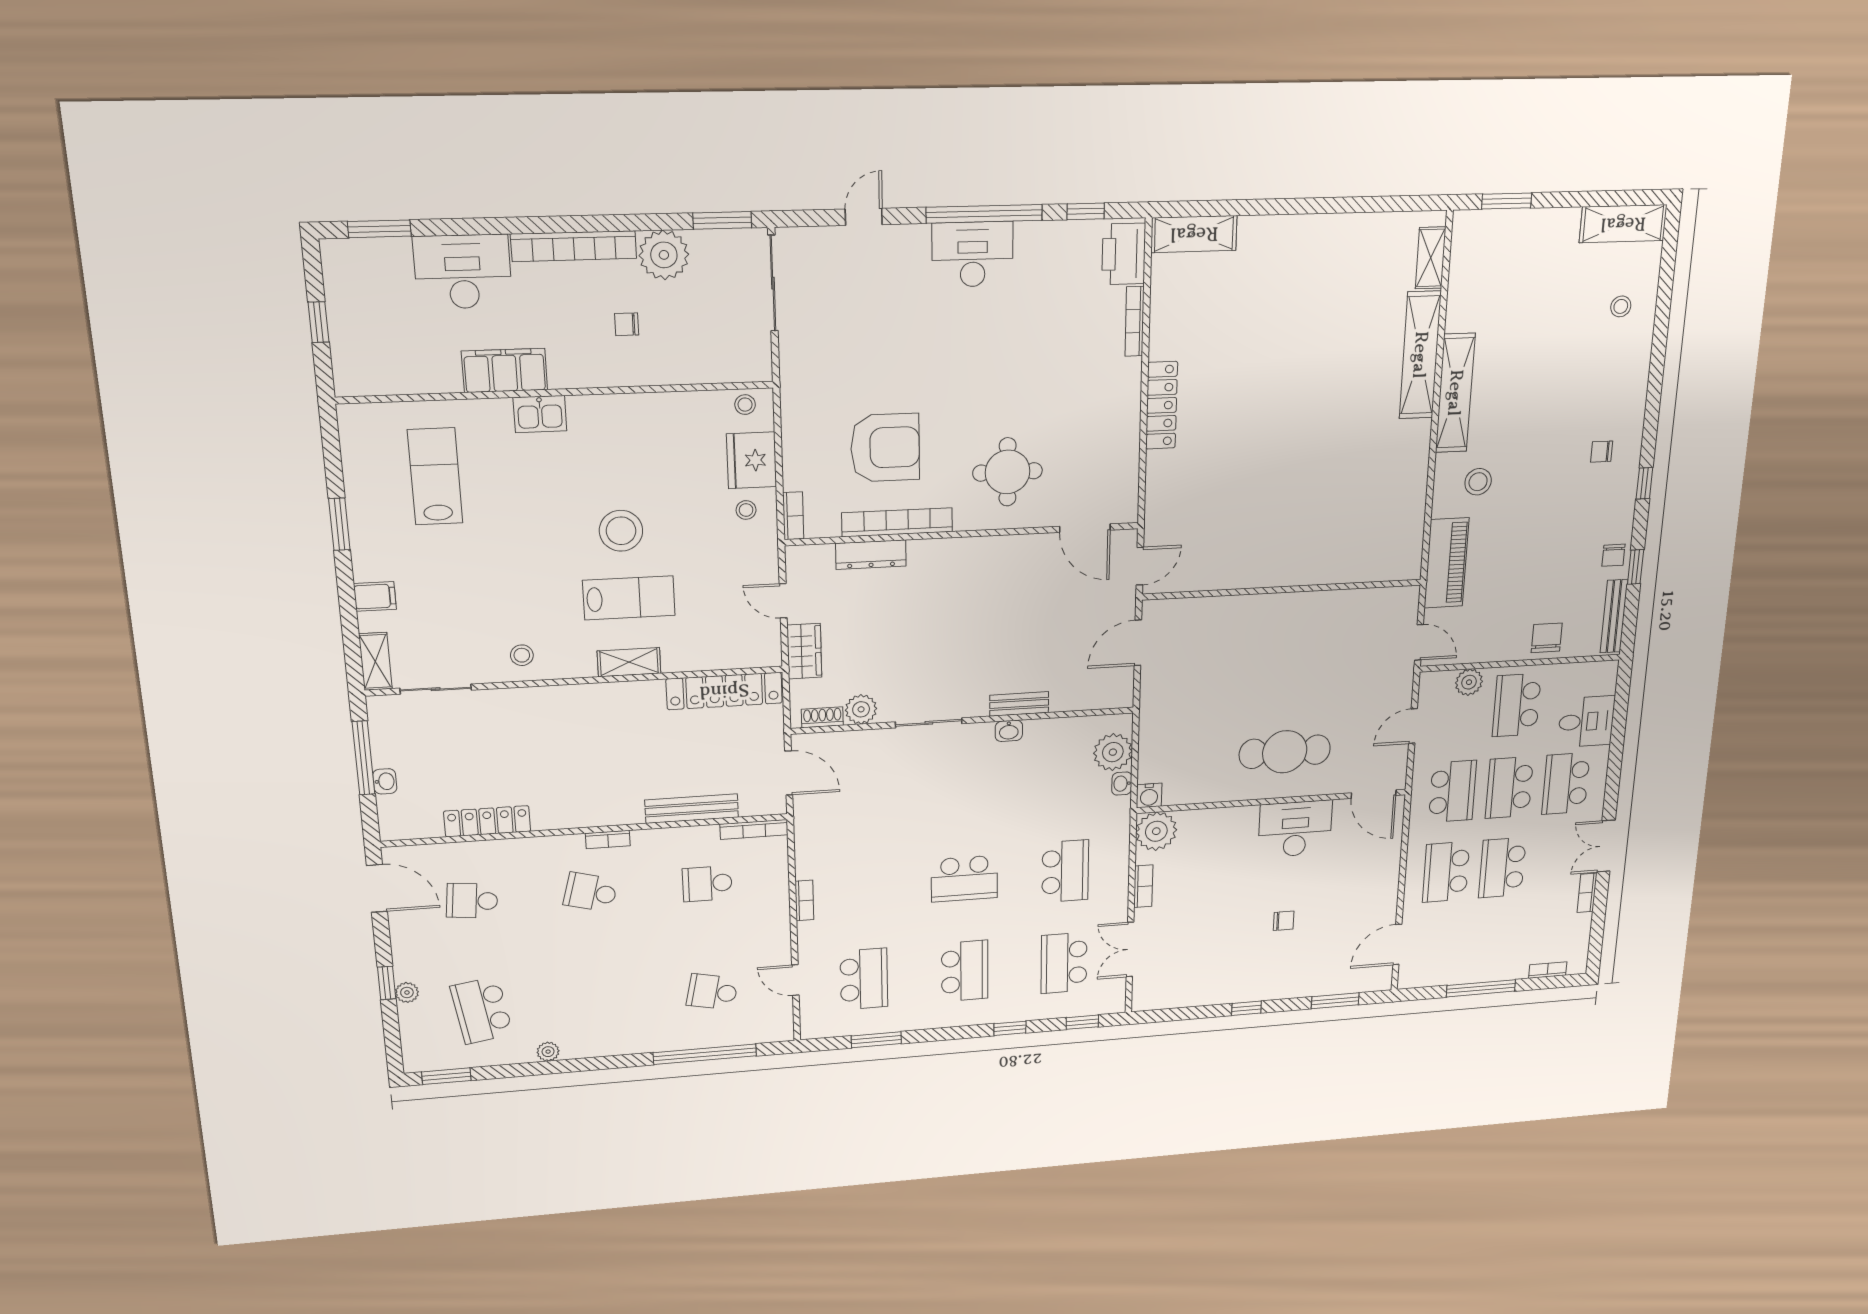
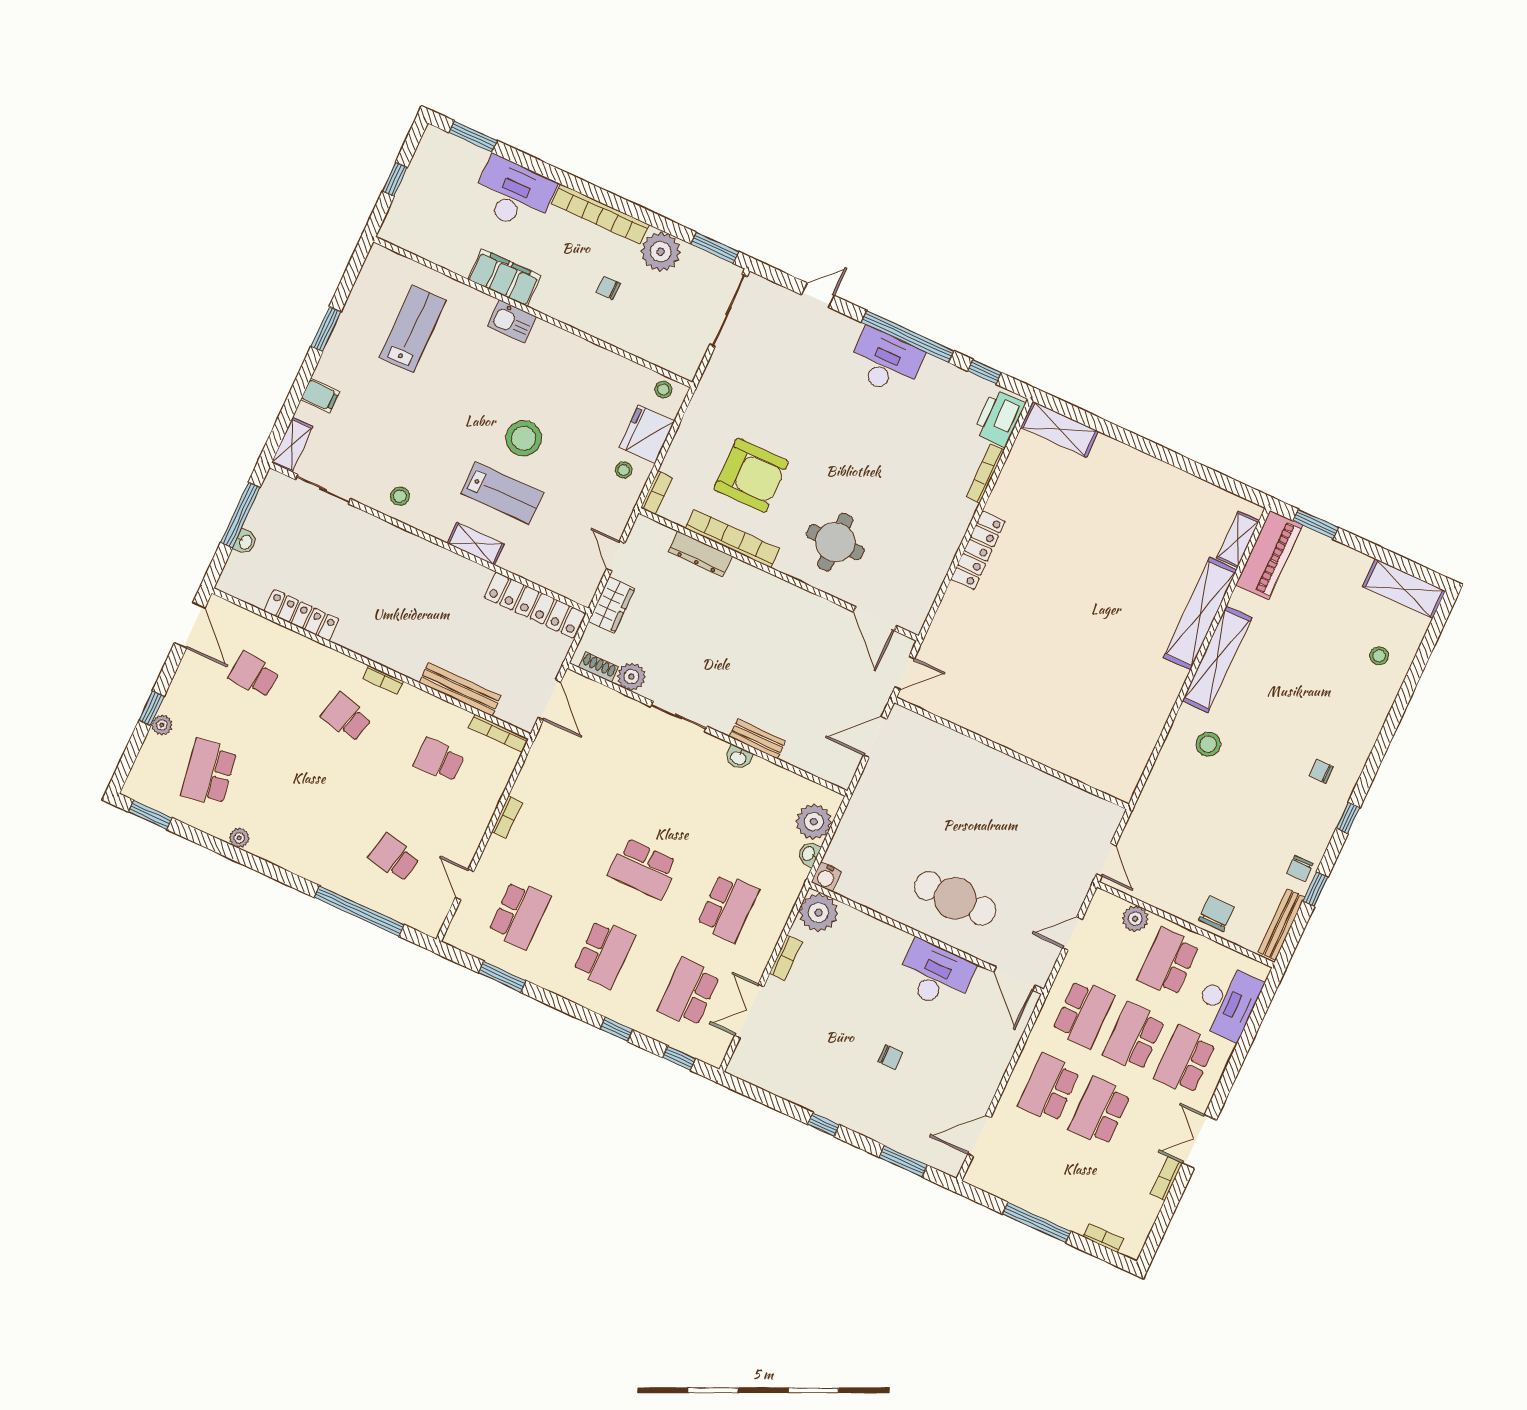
piano: (1446, 563) -> (1269, 555), moved
desk: (1586, 722) -> (1227, 1002), width x1.37

